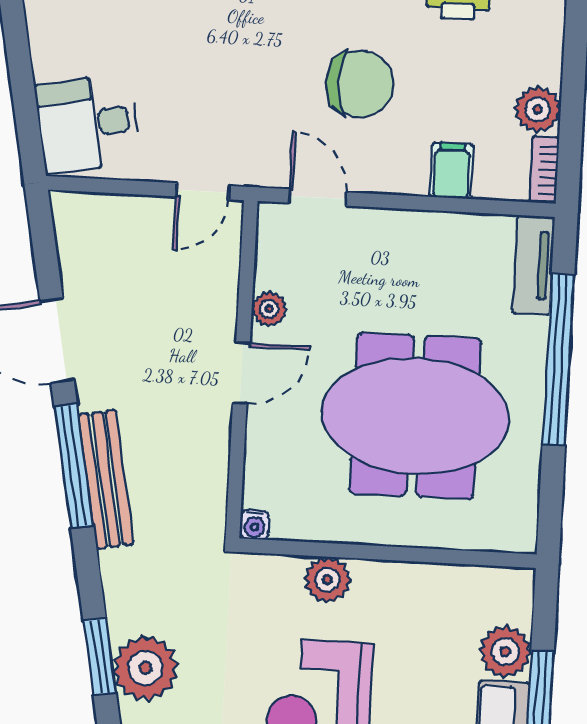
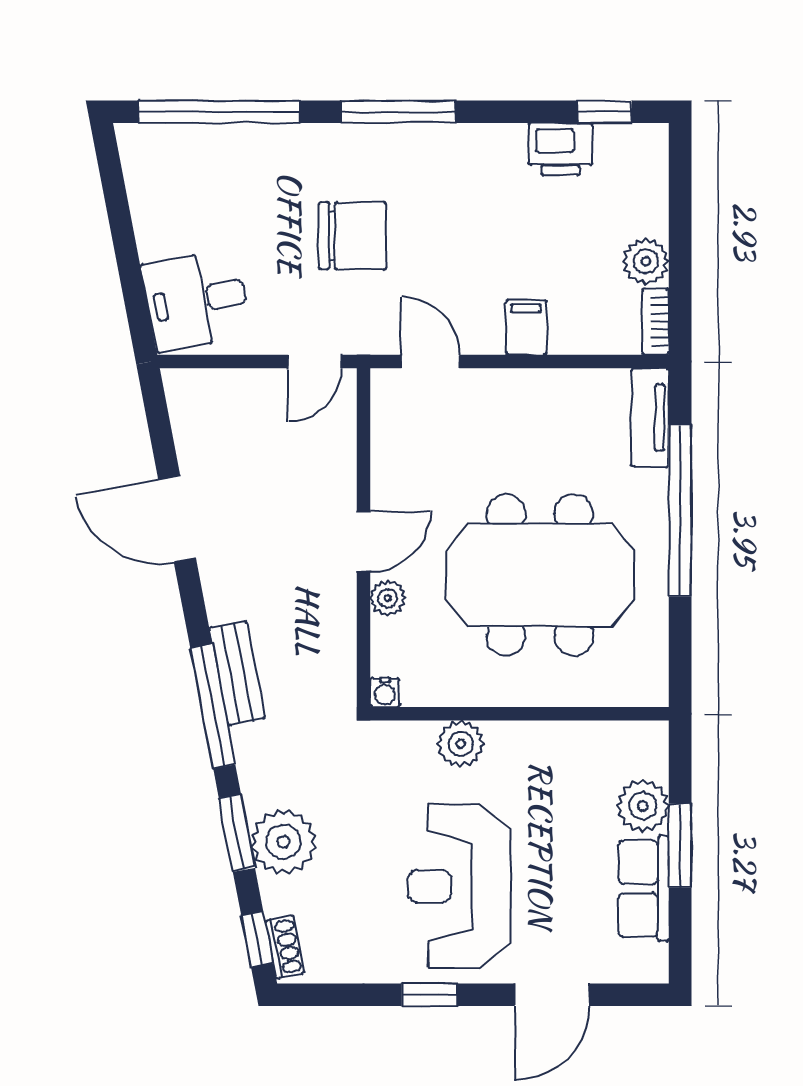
chair: (360, 84) -> (352, 236), moved
filing cabinet: (452, 171) -> (526, 327), moved
plant: (269, 309) -> (388, 598), moved
window: (74, 466) -> (213, 706), moved
bench: (106, 479) -> (237, 673), width x0.73

